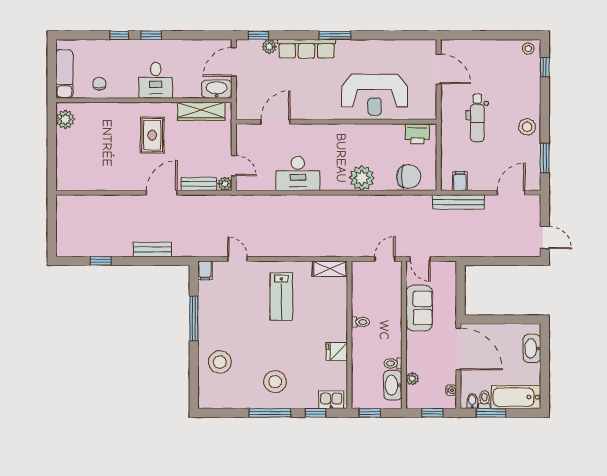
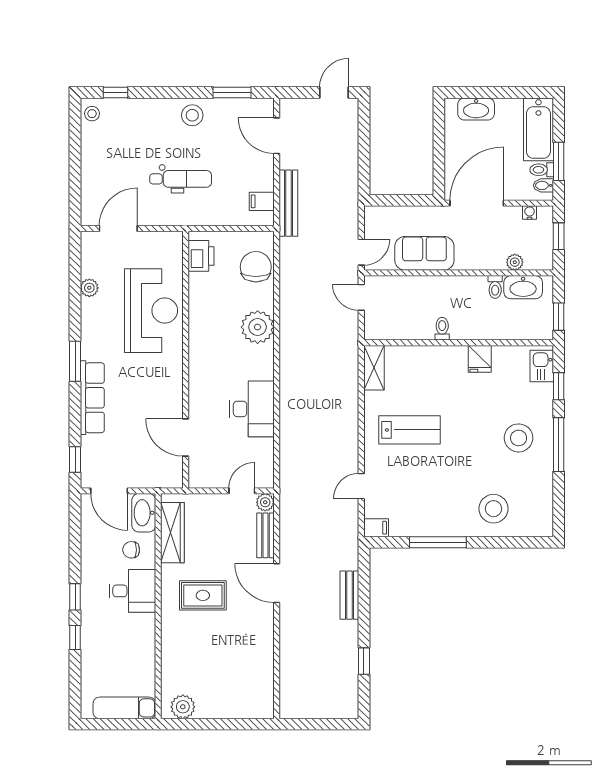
plant: (269, 47) -> (89, 288), moved
chair: (99, 84) -> (131, 550), moved

